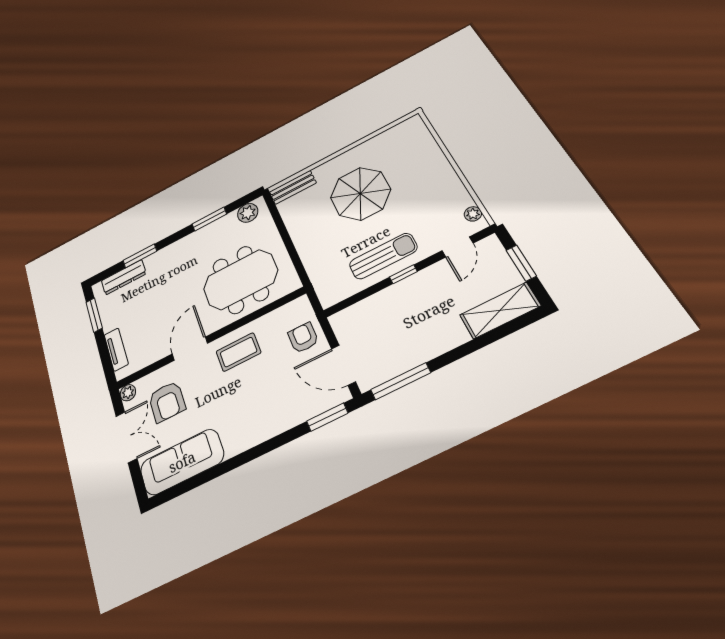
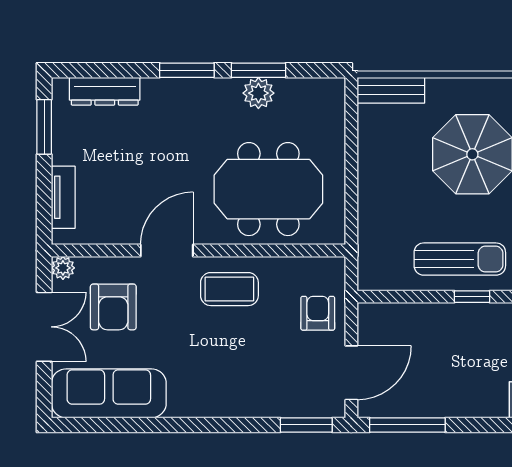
plant: (248, 213) -> (258, 93), moved
window: (140, 256) -> (187, 70), moved
door: (343, 365) -> (351, 373), swing flipped

